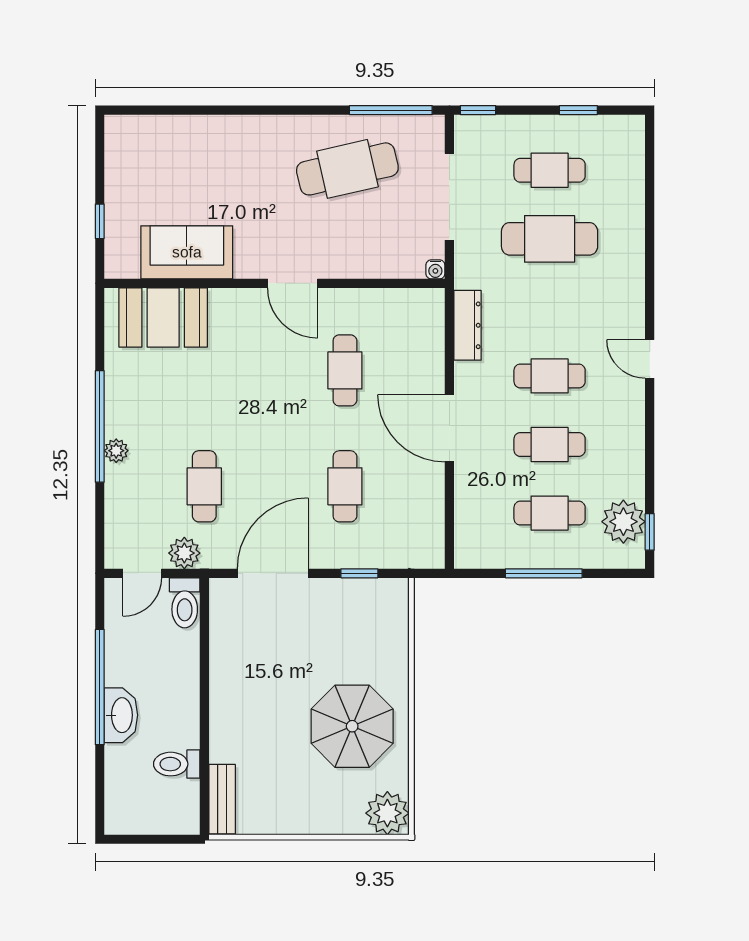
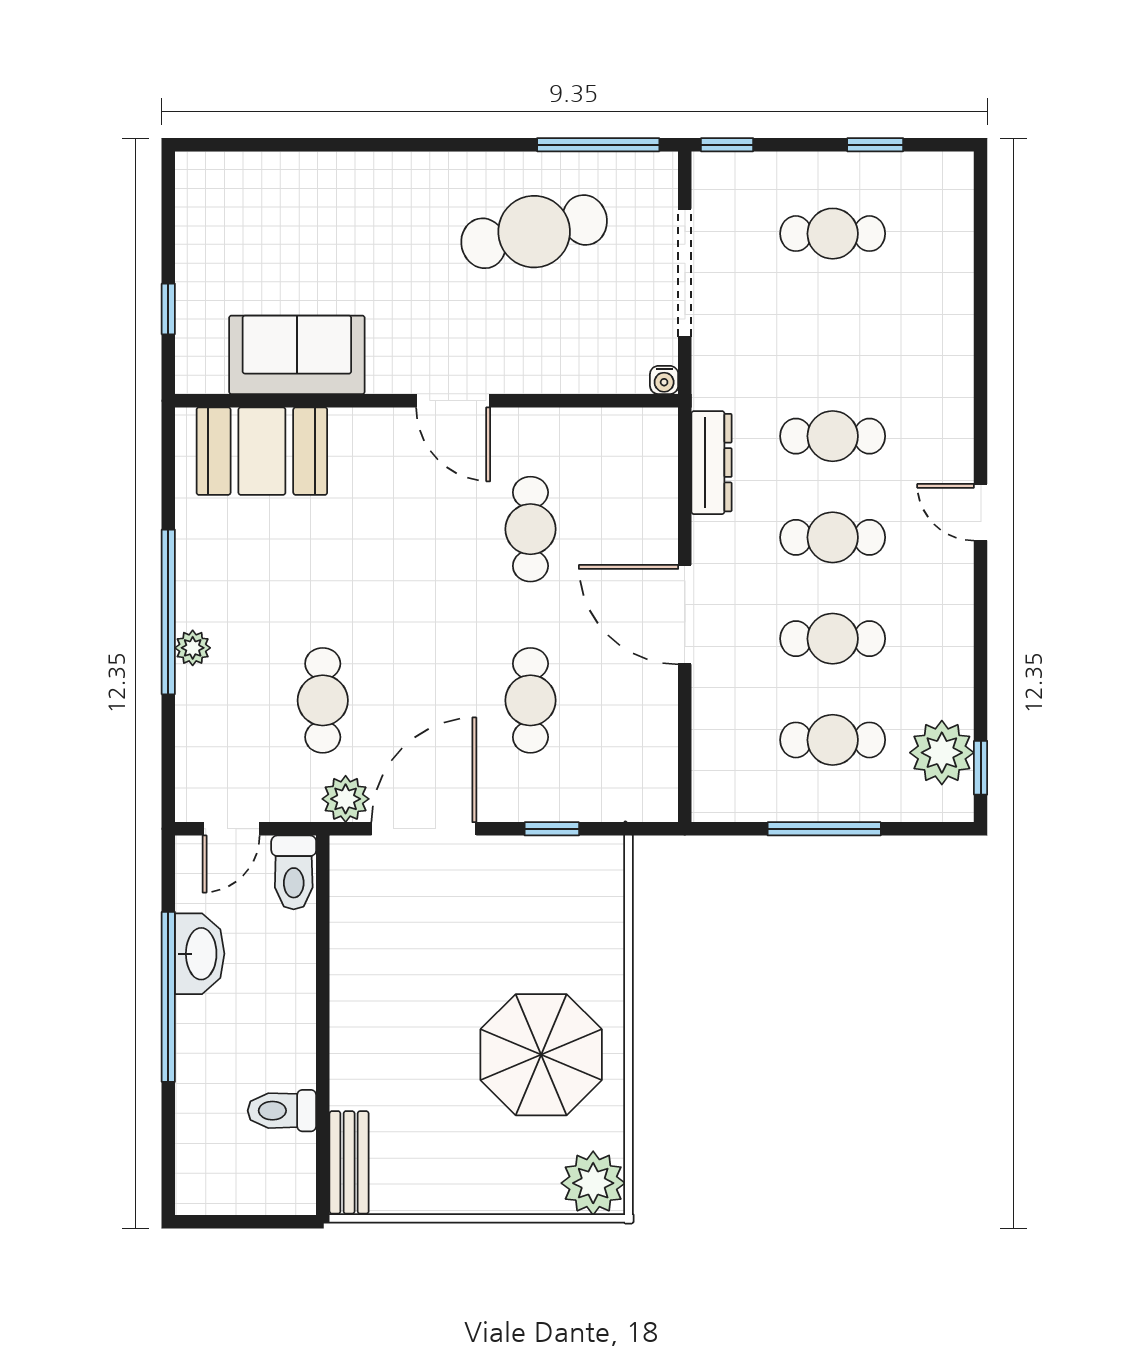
cafe table: (550, 239) -> (833, 436), moved, width x0.73, depth x0.74
plant: (184, 553) -> (346, 799), moved
washbasin: (121, 715) -> (200, 954), moved

